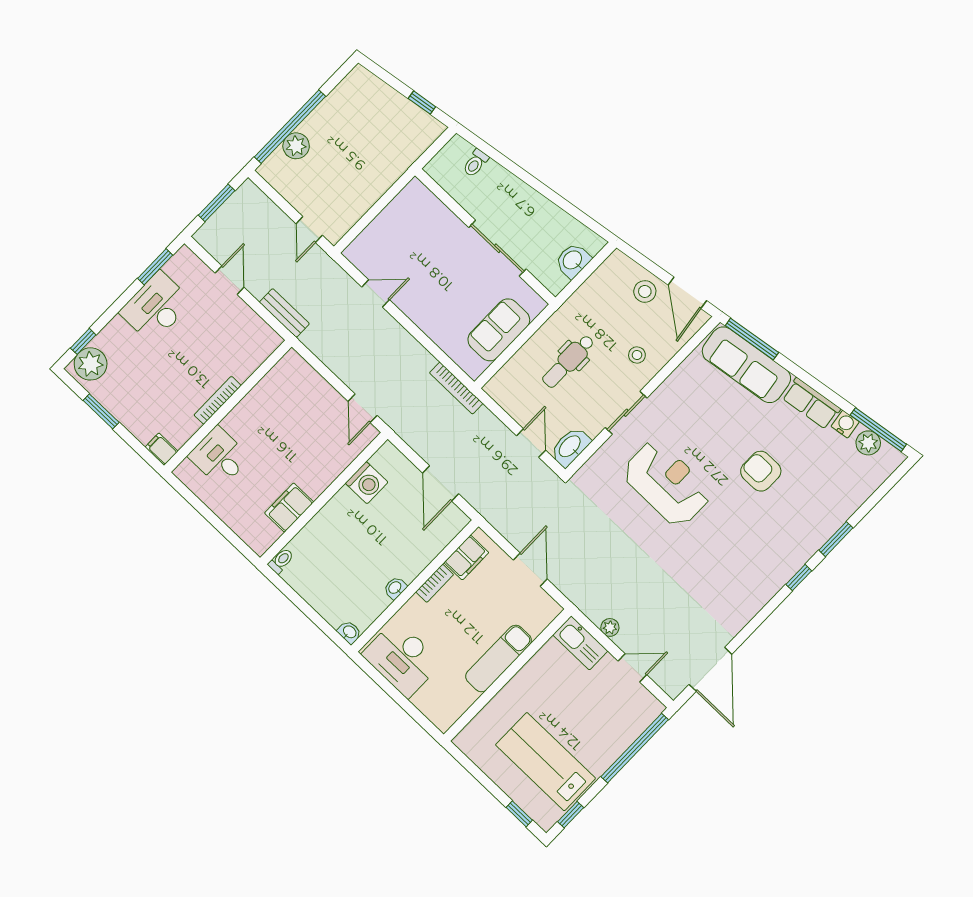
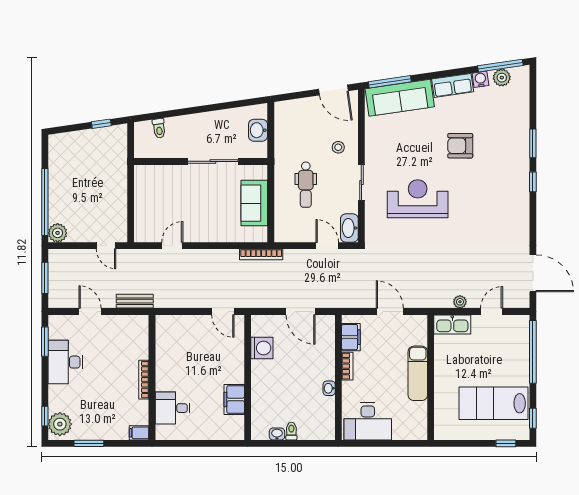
plant: (296, 146) -> (58, 233), moved
stool: (645, 291) -> (311, 110), removed
toilet: (281, 561) -> (291, 431), moved
washbasin: (349, 632) -> (277, 434), moved

